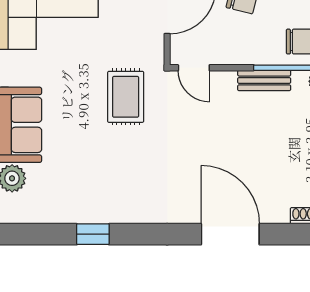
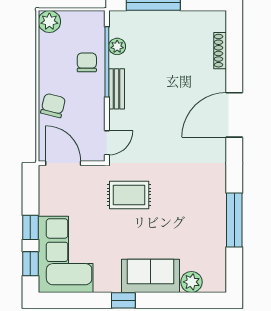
window: (93, 234) -> (234, 220), width x2.17

